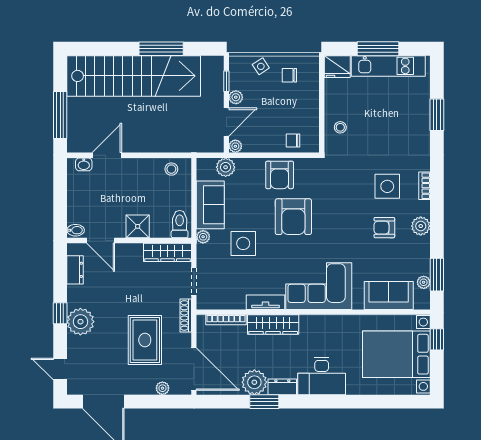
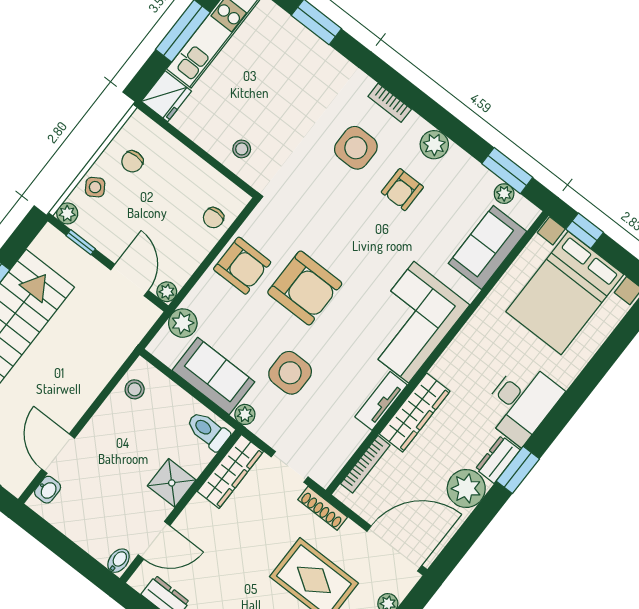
plant: (236, 97) -> (67, 213), moved
window: (264, 402) -> (518, 470), moved

